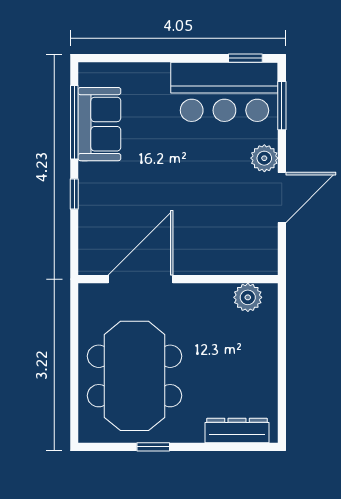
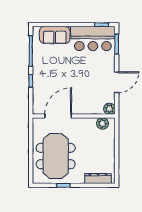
sofa: (99, 124) -> (55, 35), moved, turned 90
plant: (264, 158) -> (109, 109), moved

